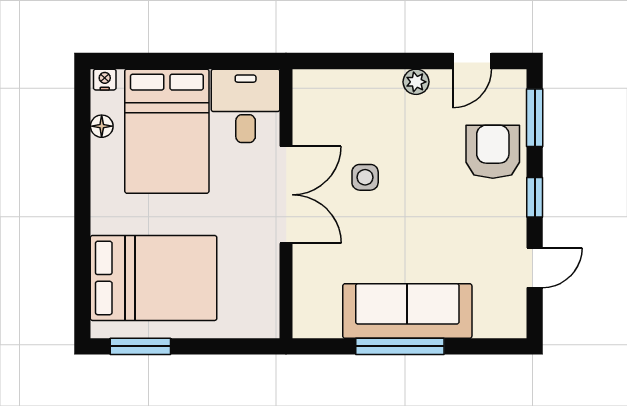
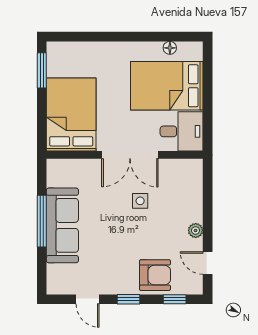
nightstand: (105, 80) -> (197, 50), removed
window: (535, 118) -> (175, 299), width x0.67
bed: (154, 278) -> (71, 115), moved, turned 180

